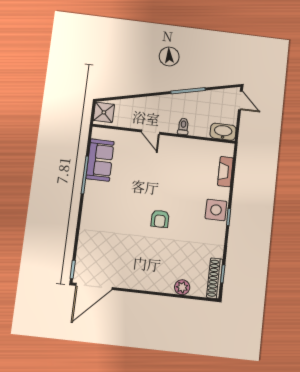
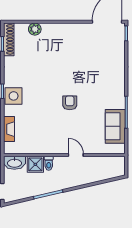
shower: (104, 112) -> (35, 164), moved
armchair: (160, 219) -> (70, 103), moved

